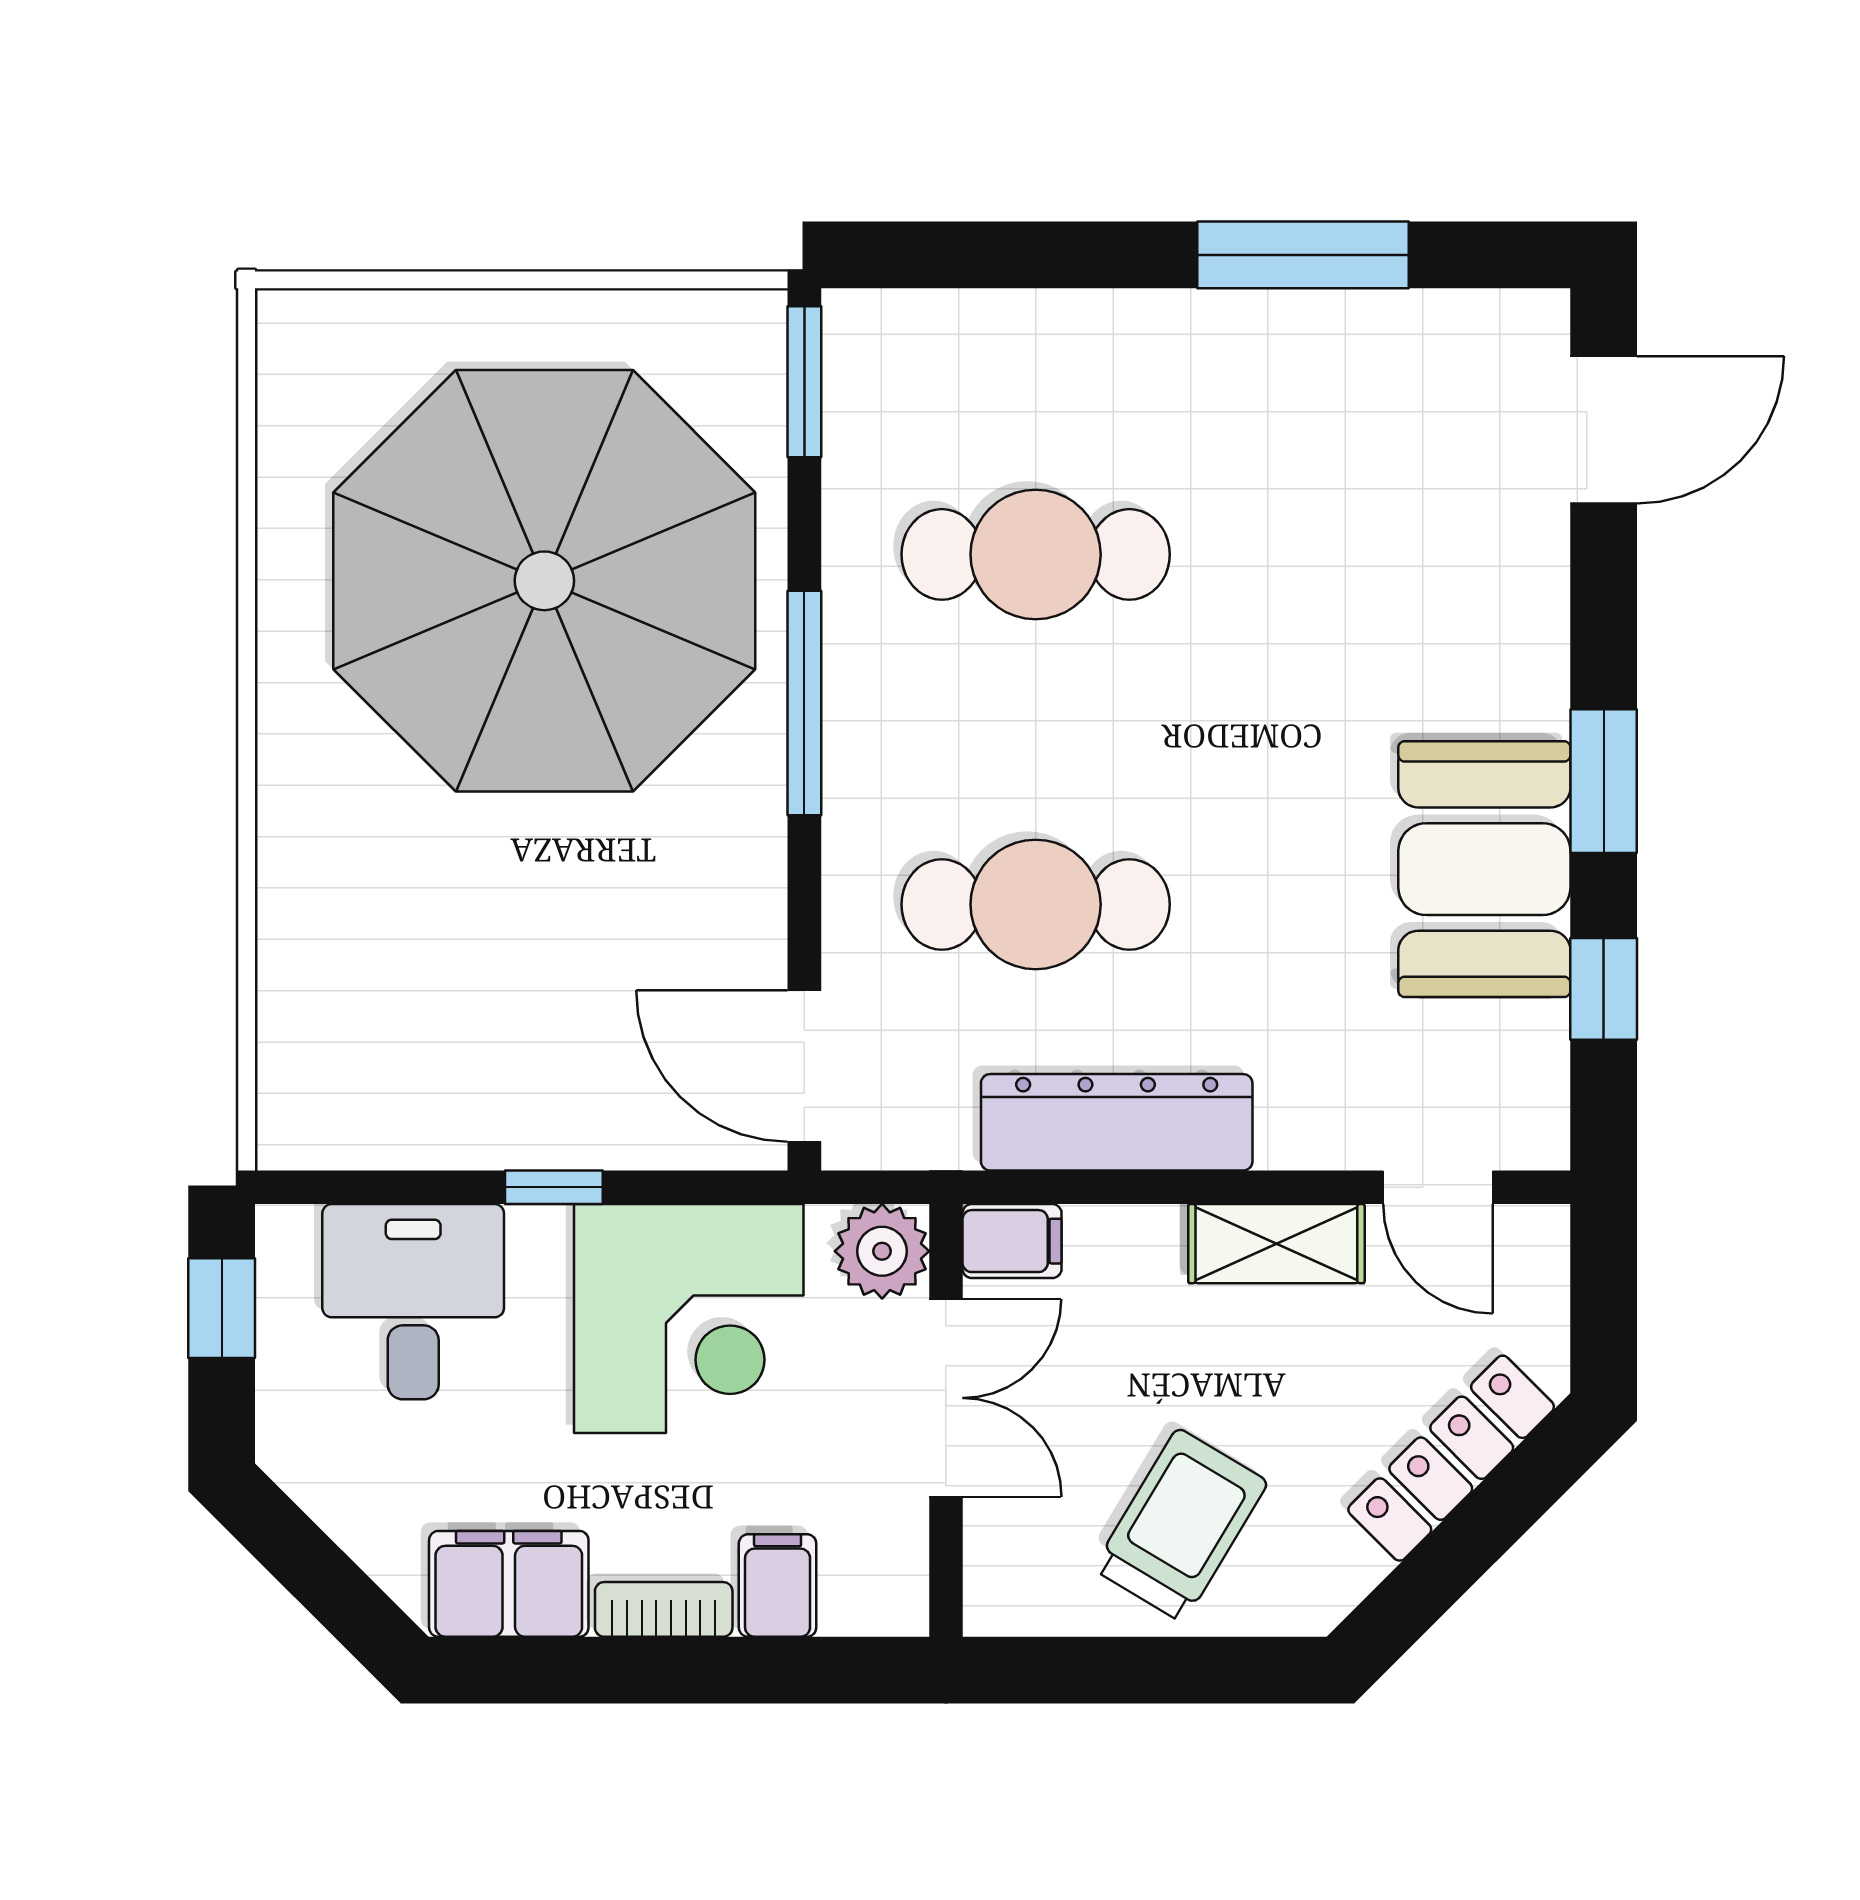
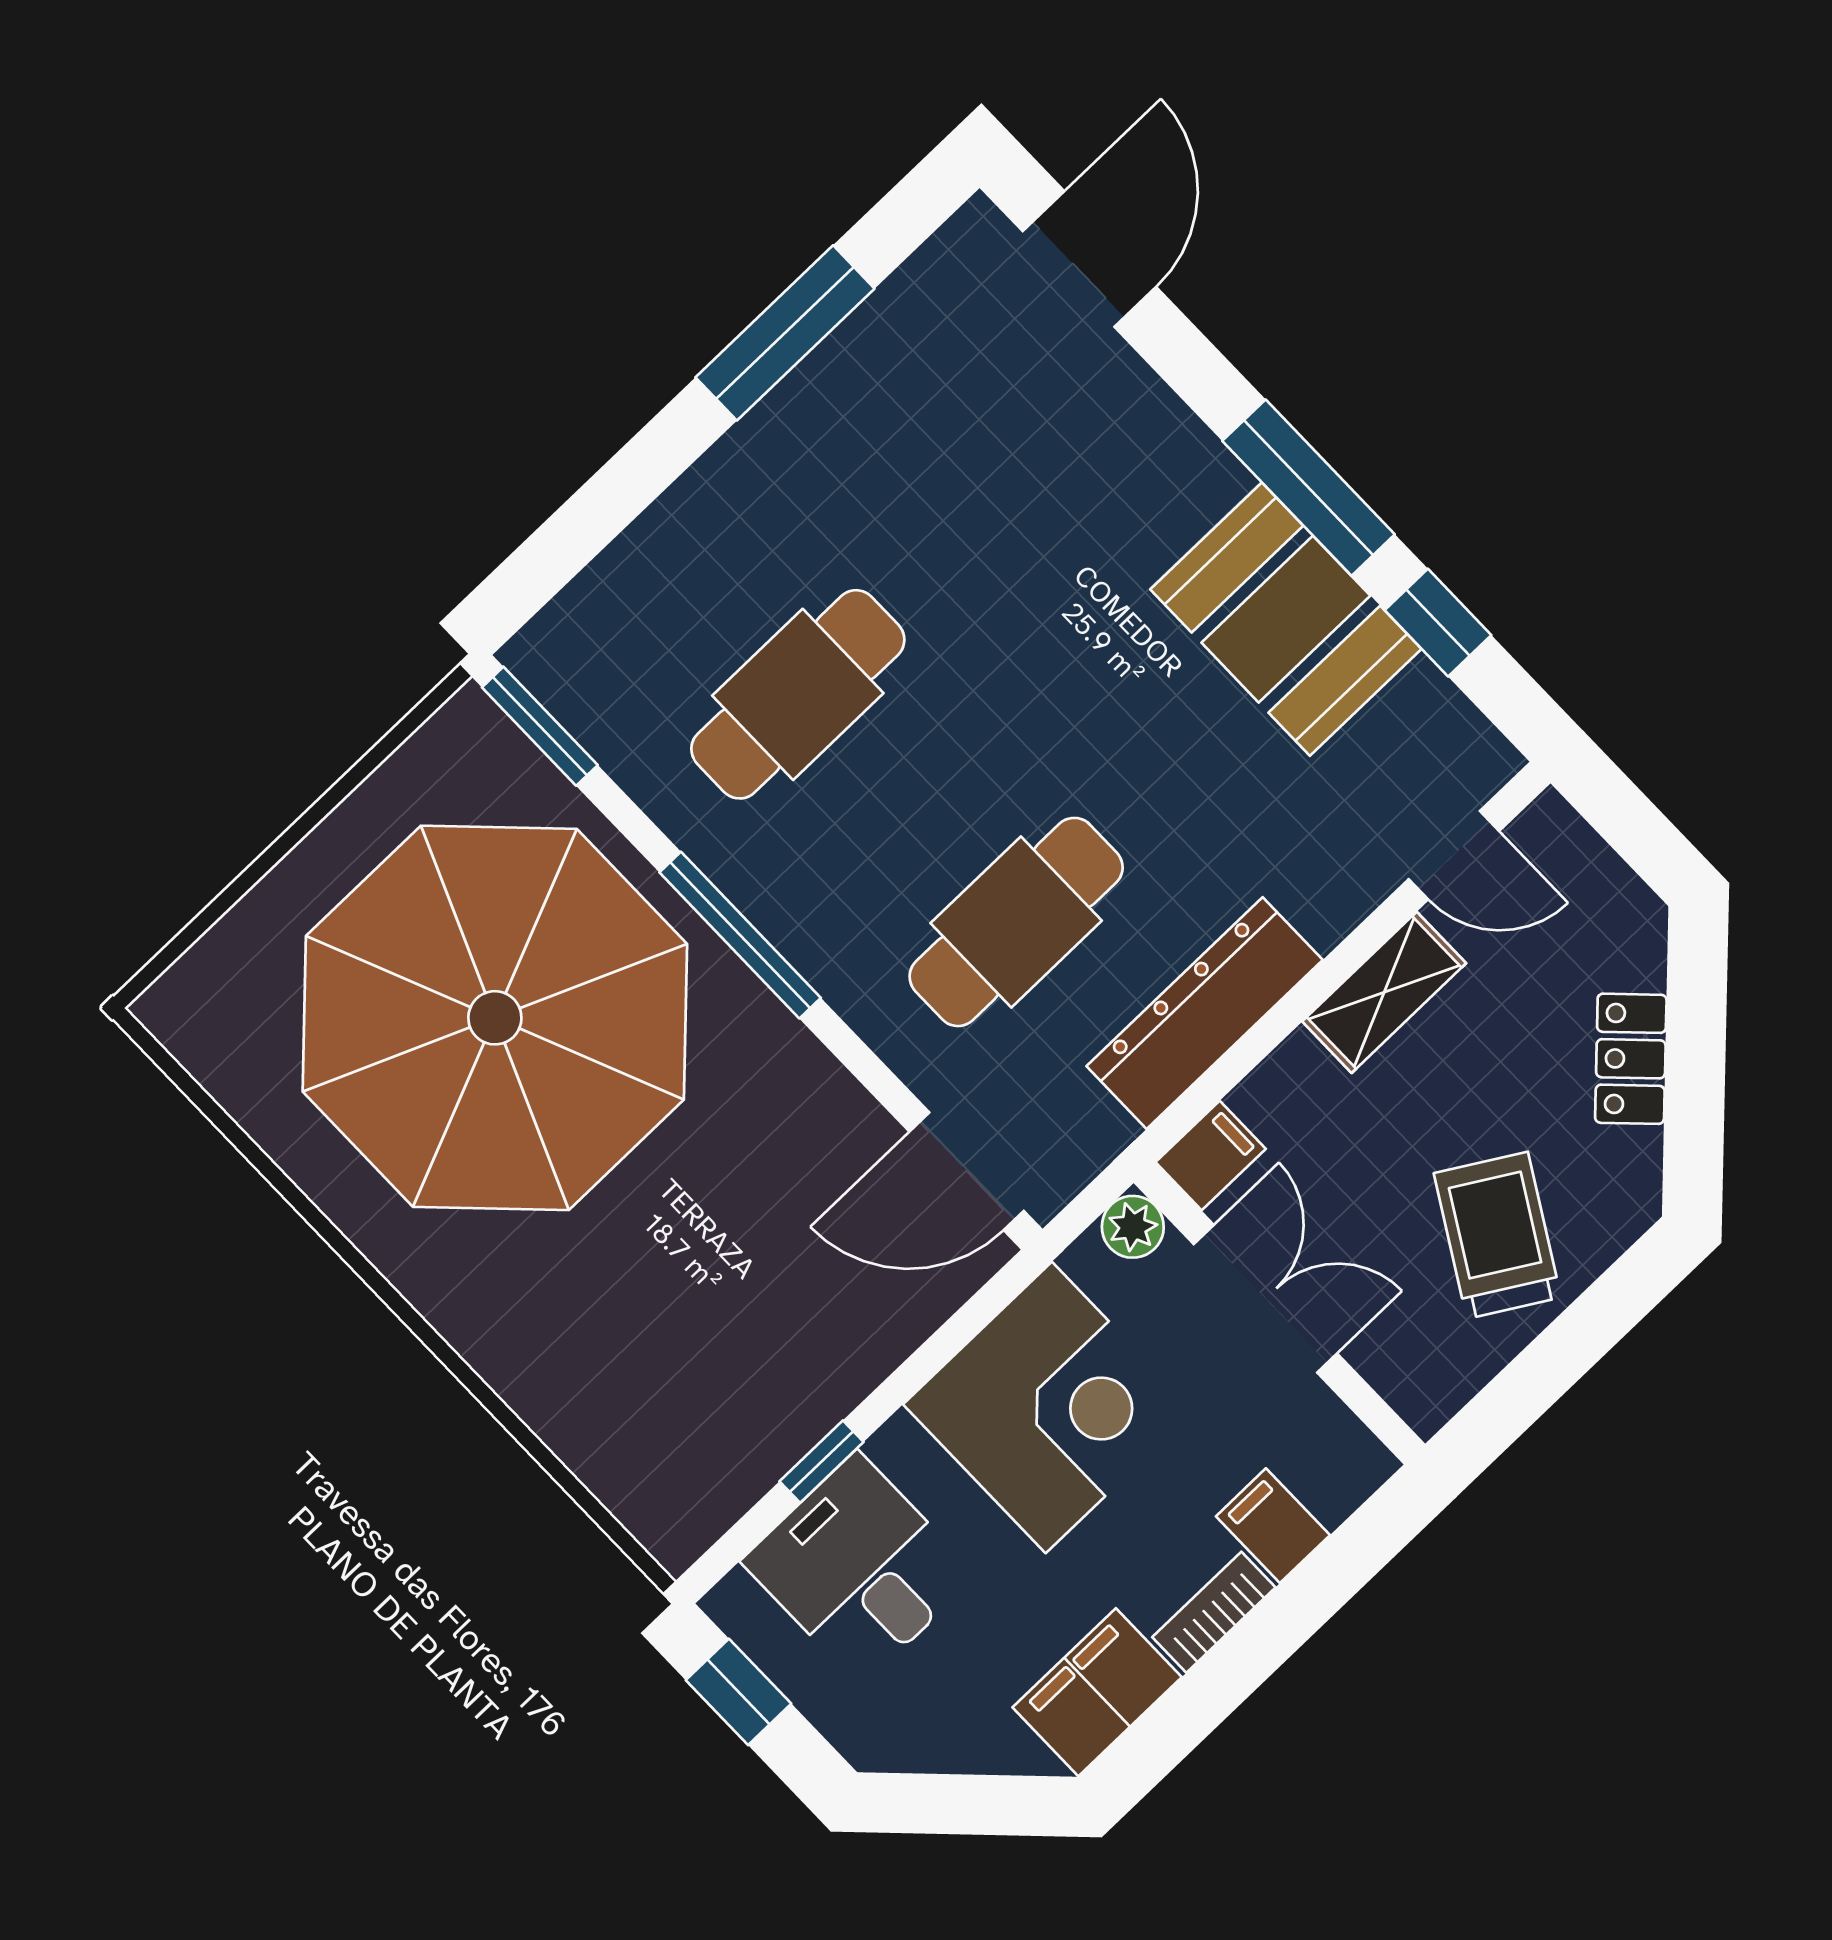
window: (1604, 781) -> (1309, 488), width x1.44
window: (554, 1187) -> (821, 1462), moved
plant: (882, 1251) -> (1133, 1227), width x0.73, depth x0.73
locker: (1451, 1458) -> (1631, 1059), width x0.66

